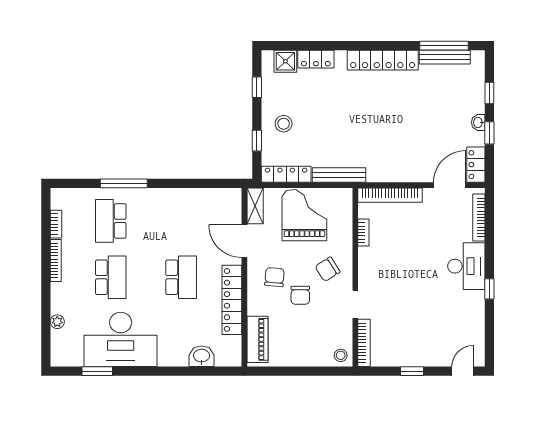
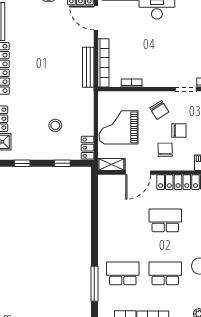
stool: (284, 124) -> (55, 125), moved
locker: (286, 174) -> (88, 148), width x0.66
bench: (339, 175) -> (88, 67), moved
window: (124, 183) -> (94, 284), moved
school desk: (111, 221) -> (123, 273), turned 180
chair: (274, 277) -> (165, 150), turned 84

